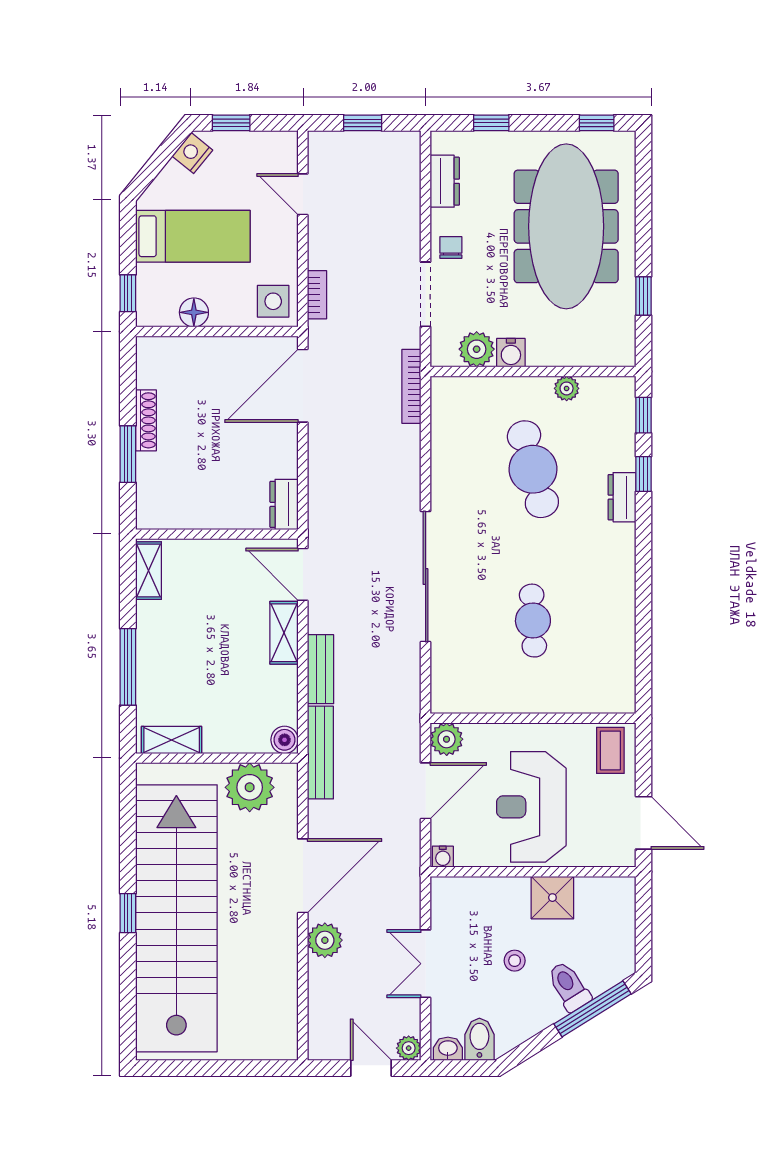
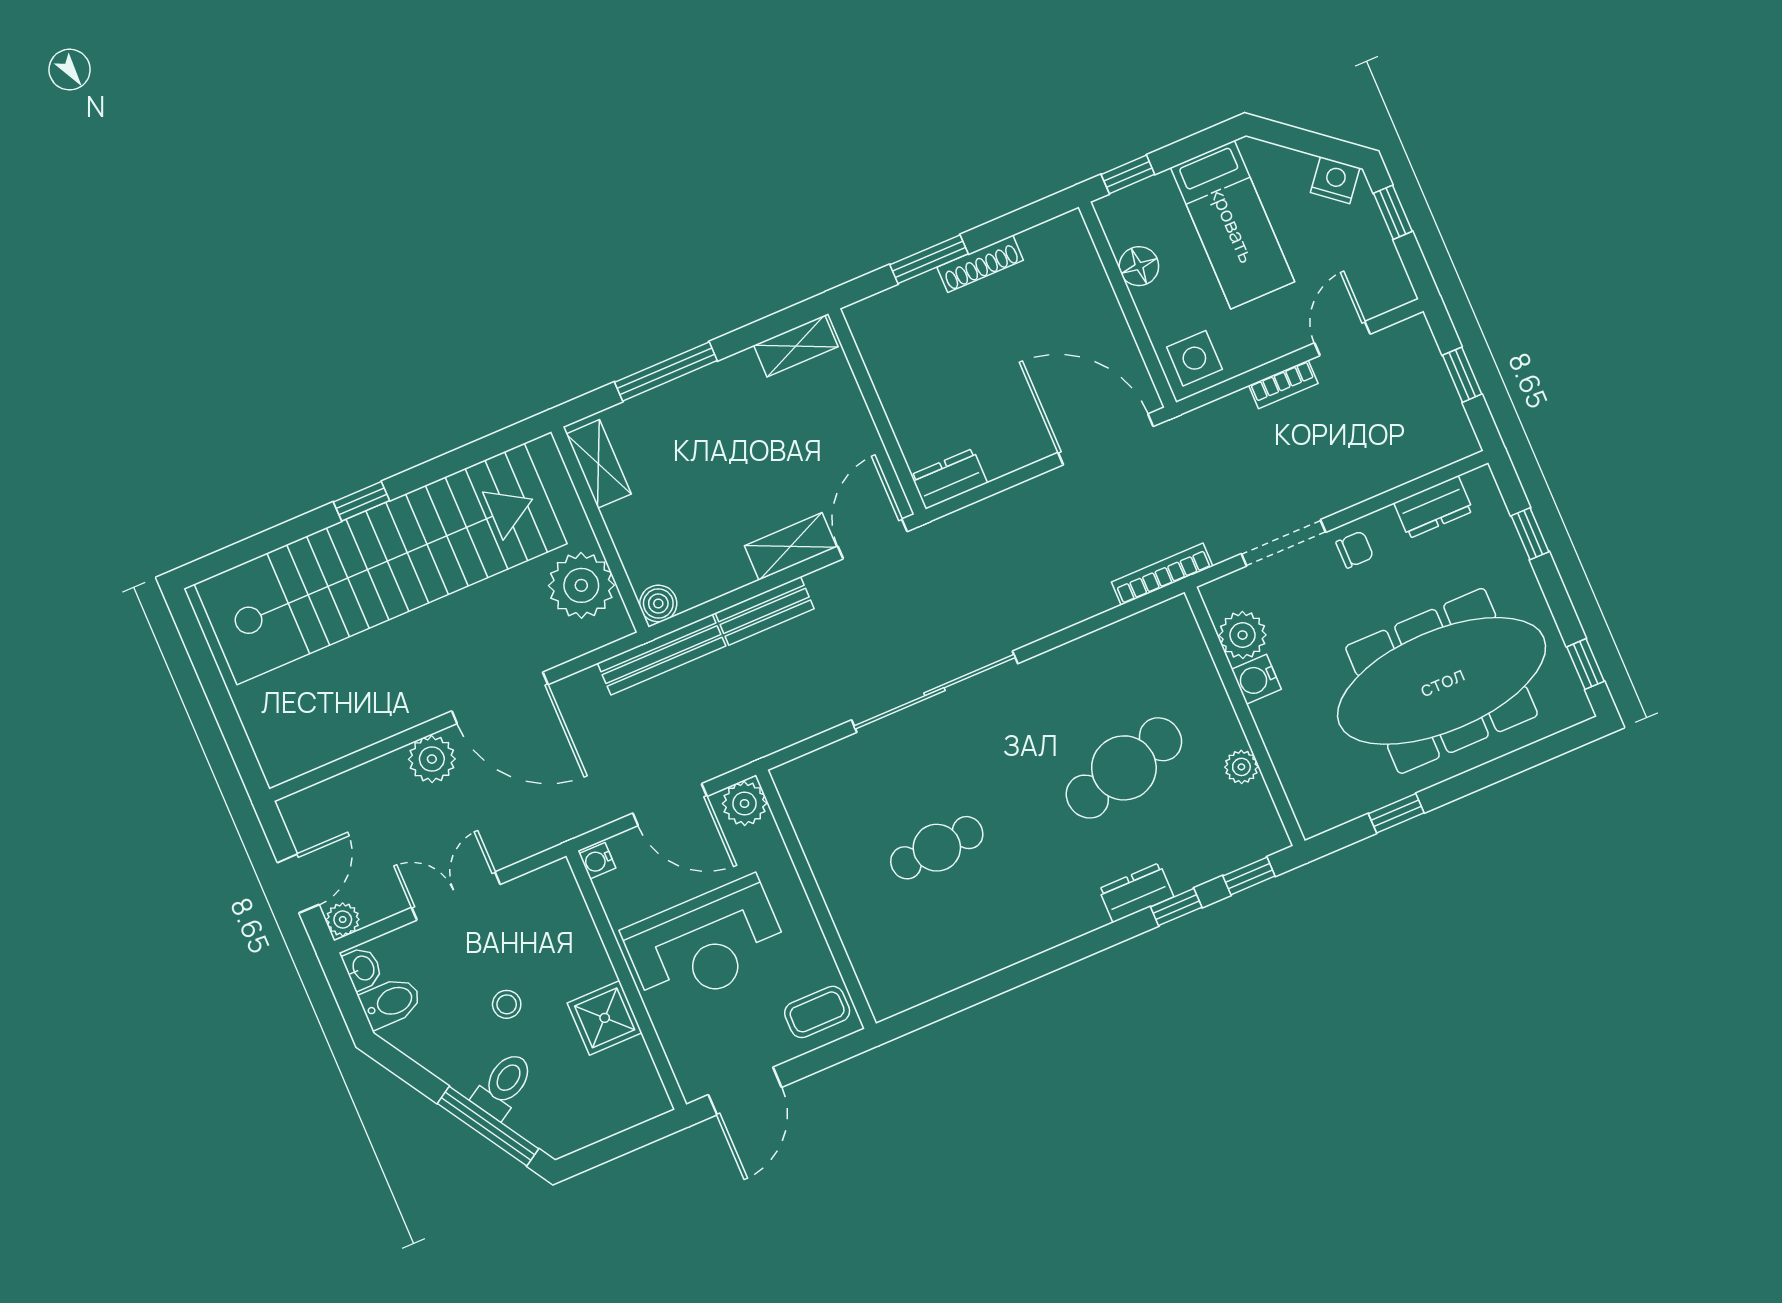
bookcase: (317, 295) -> (1283, 384), moved
reception desk: (531, 807) -> (706, 944), turned 180

